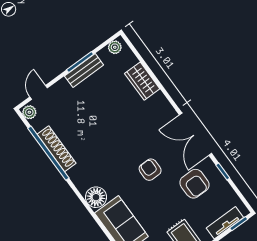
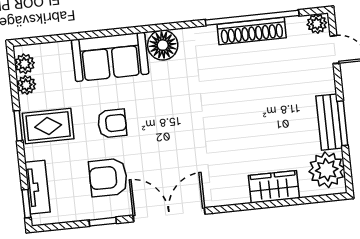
plant: (115, 47) -> (327, 170), width x1.87, depth x1.87
armchair: (150, 170) -> (112, 123), moved

